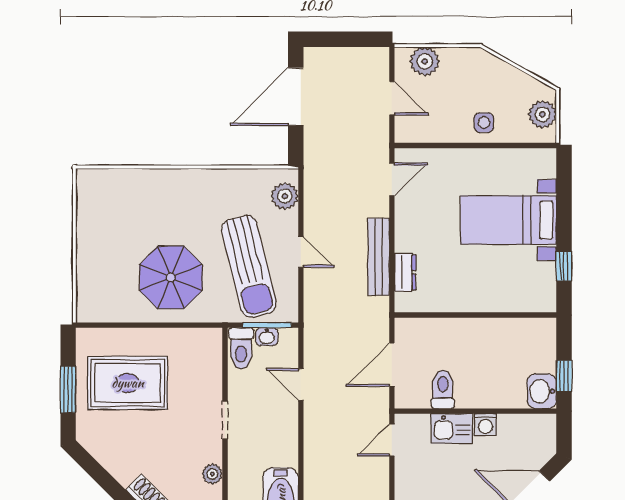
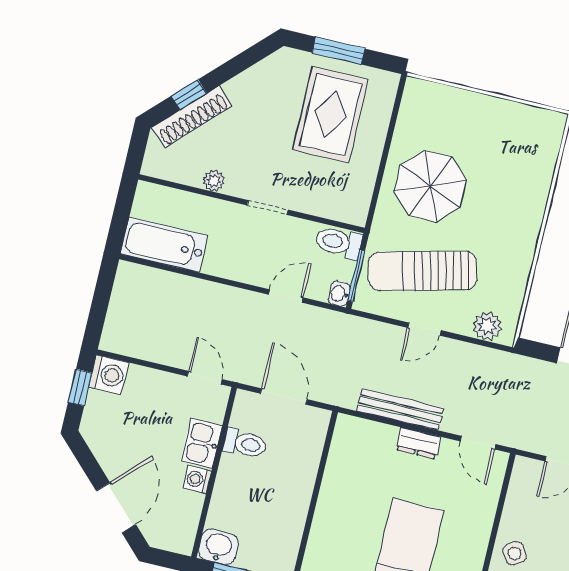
side table: (484, 123) -> (515, 553), turned -35
dresser: (405, 272) -> (418, 443), moved
washbasin: (267, 337) -> (339, 294), moved

